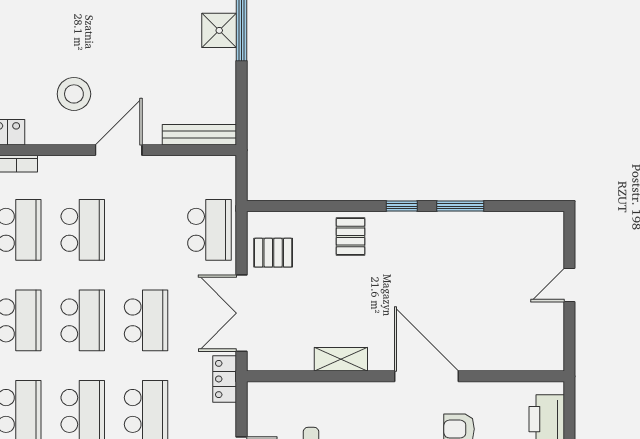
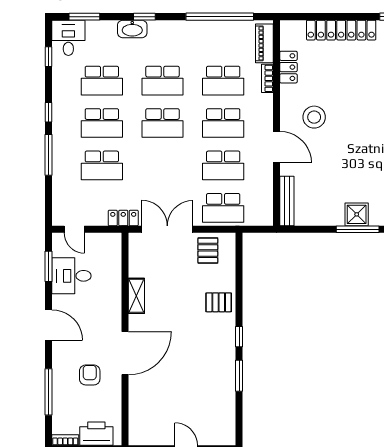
school desk: (146, 320) -> (223, 165), moved

